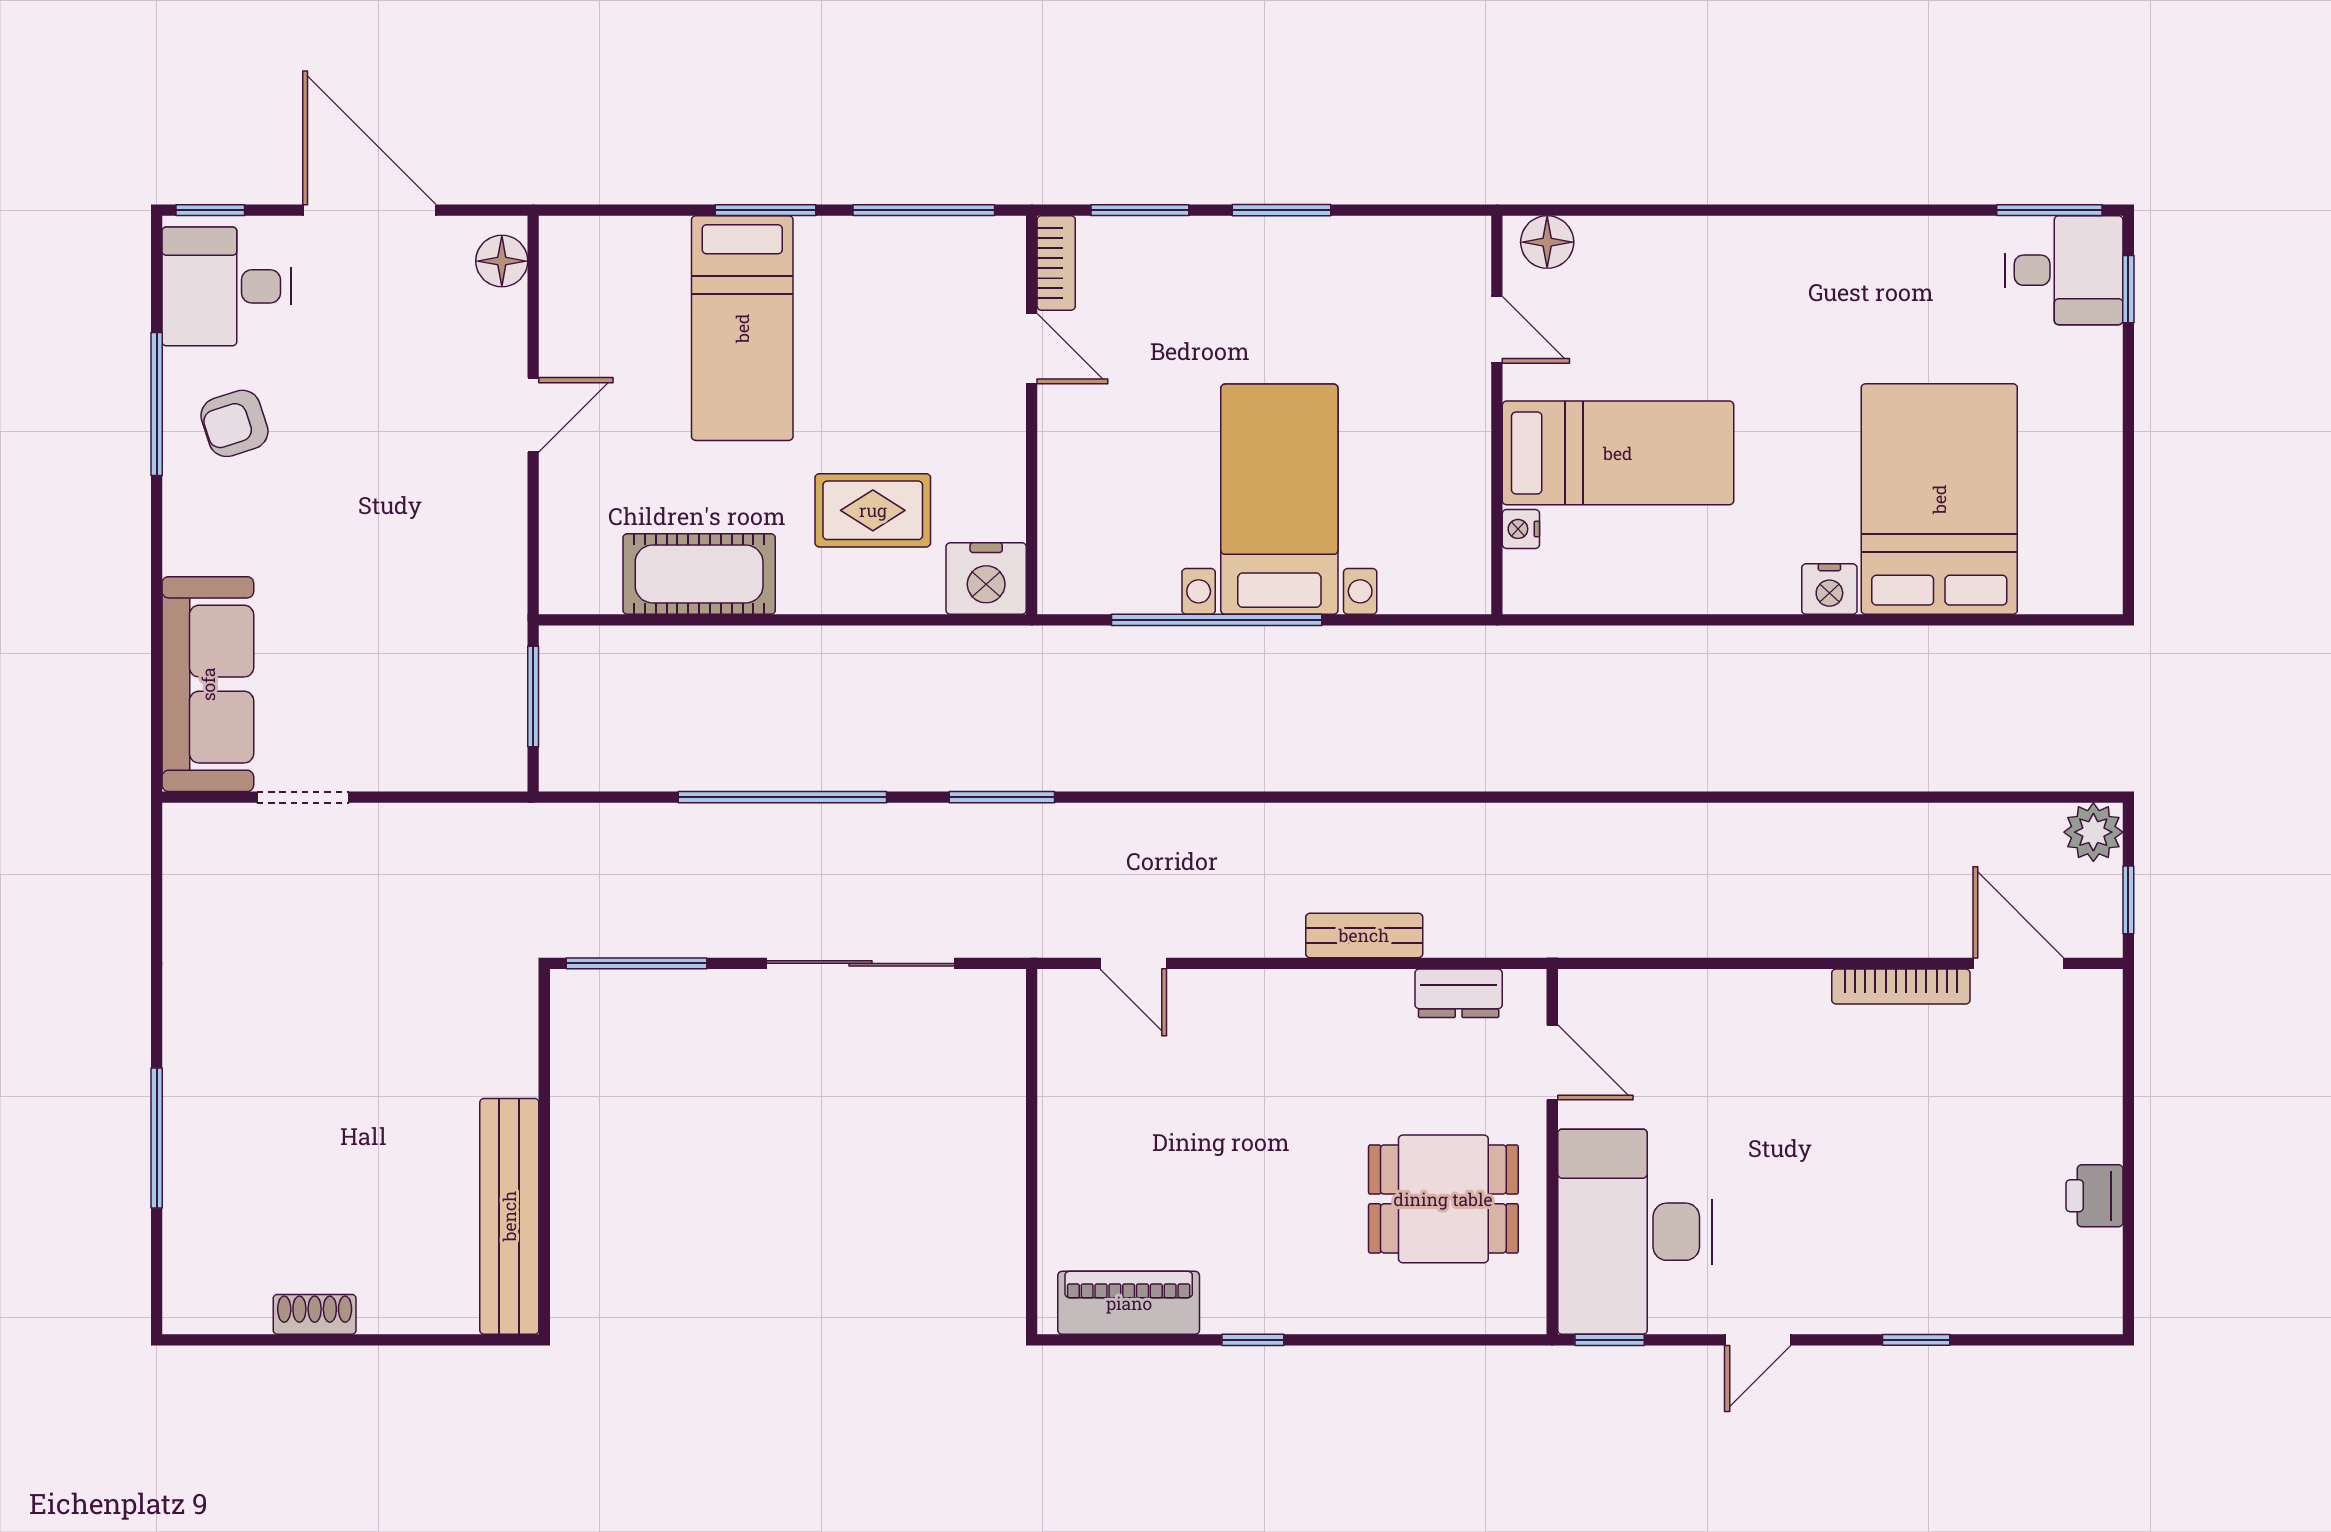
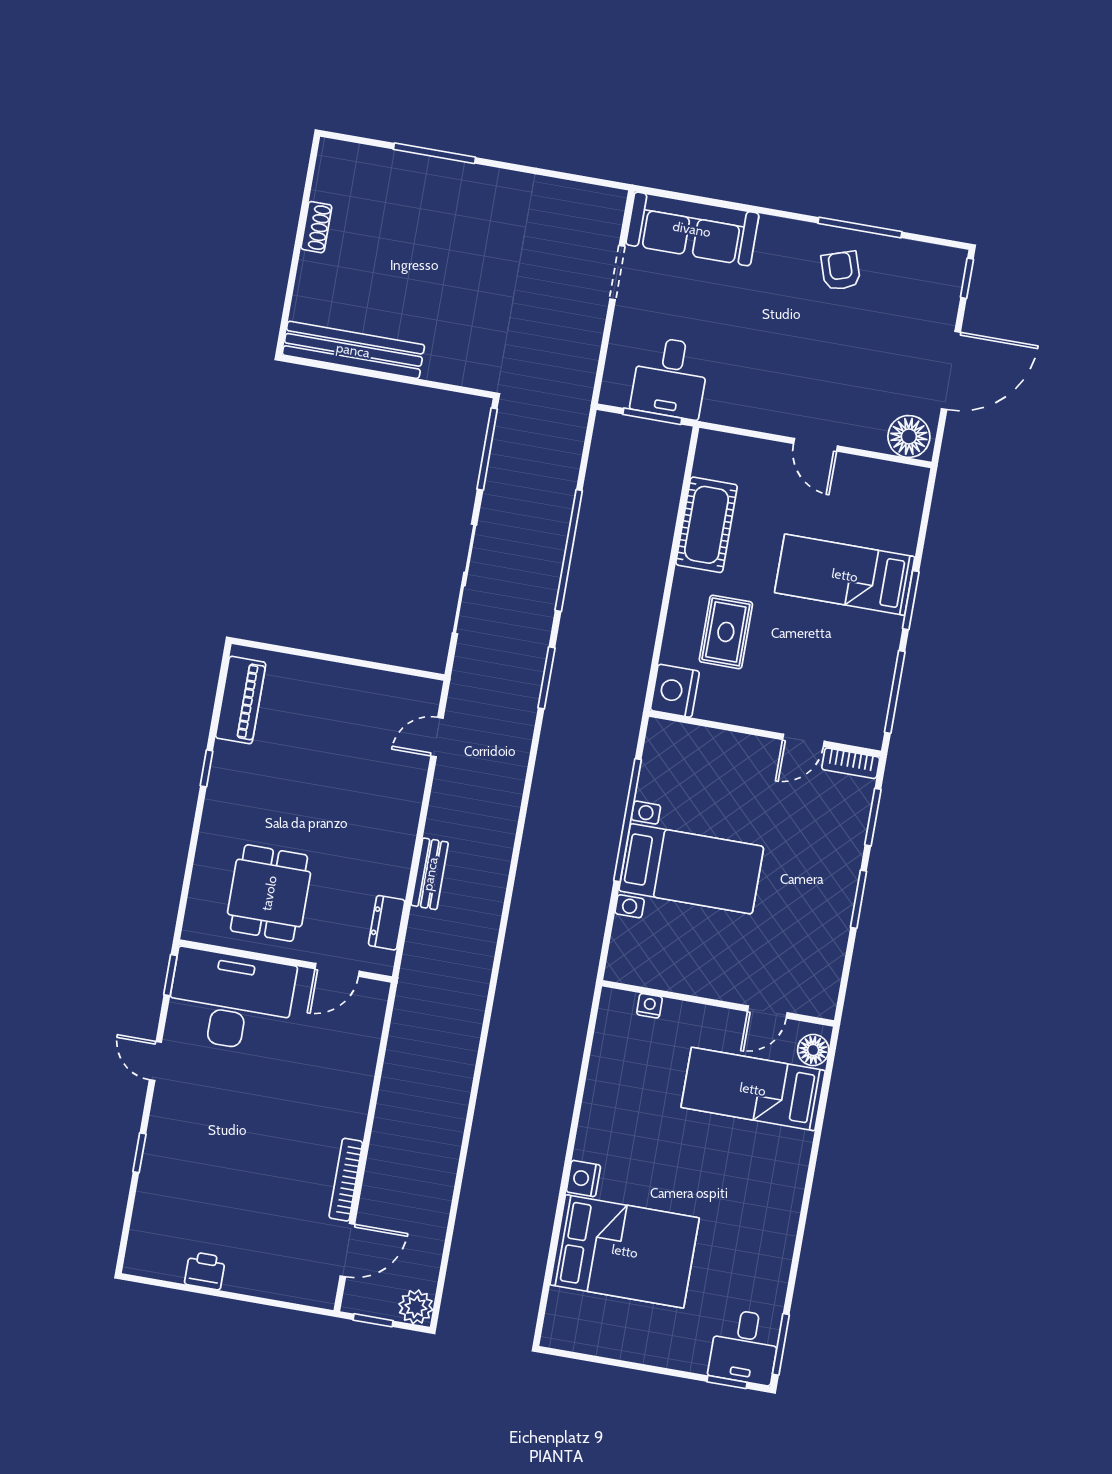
floor lamp: (502, 261) -> (909, 436), width x1.38, depth x1.38
desk: (226, 286) -> (670, 378), moved, turned 180
bed: (1618, 453) -> (753, 1089), moved, turned 90

